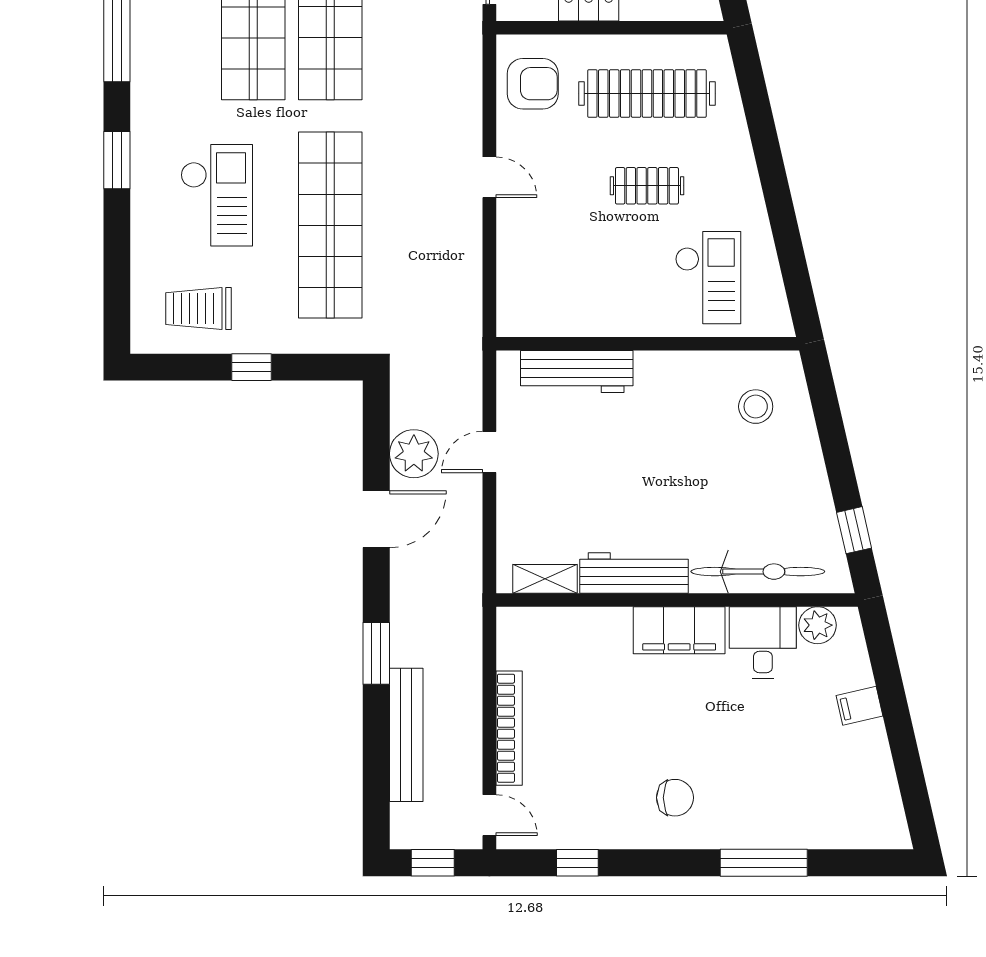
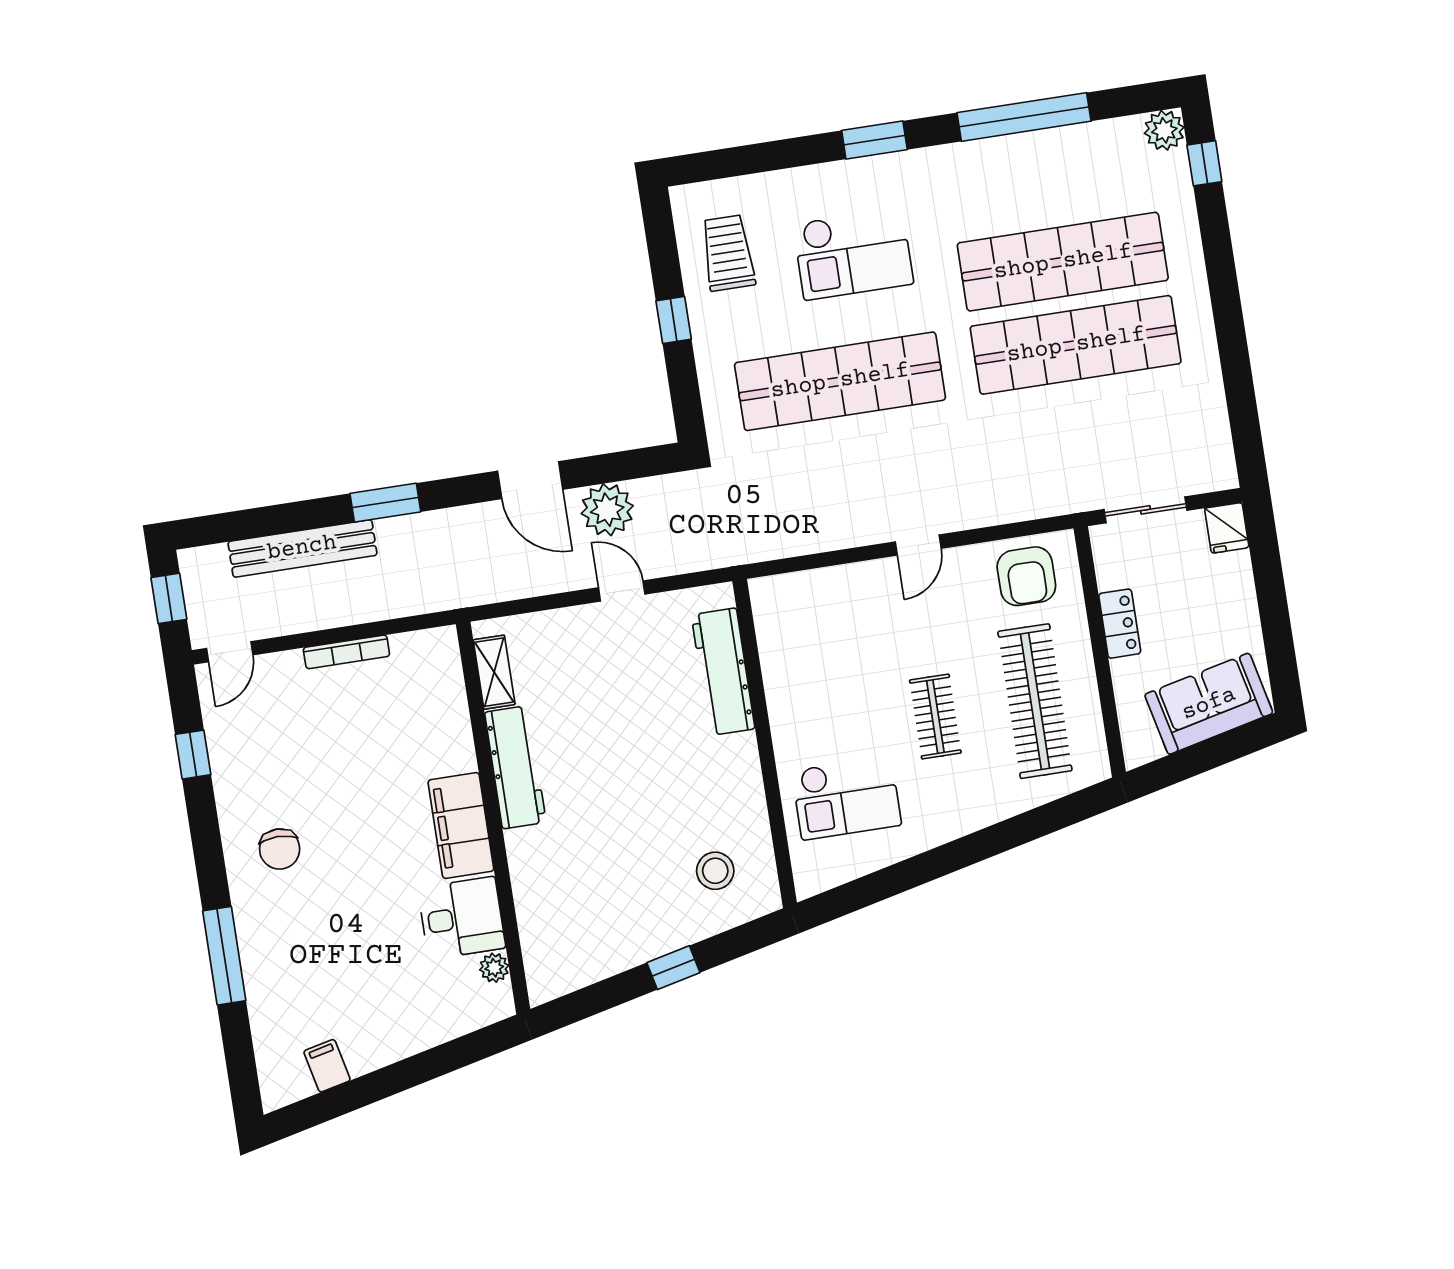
window: (854, 530) -> (673, 968), moved
bicycle: (758, 572) -> (537, 901), removed
plant: (818, 625) -> (494, 968), width x0.73, depth x0.73
filing cabinet: (860, 706) -> (327, 1066), moved
bookcase: (509, 728) -> (346, 652), width x0.68, depth x0.76

